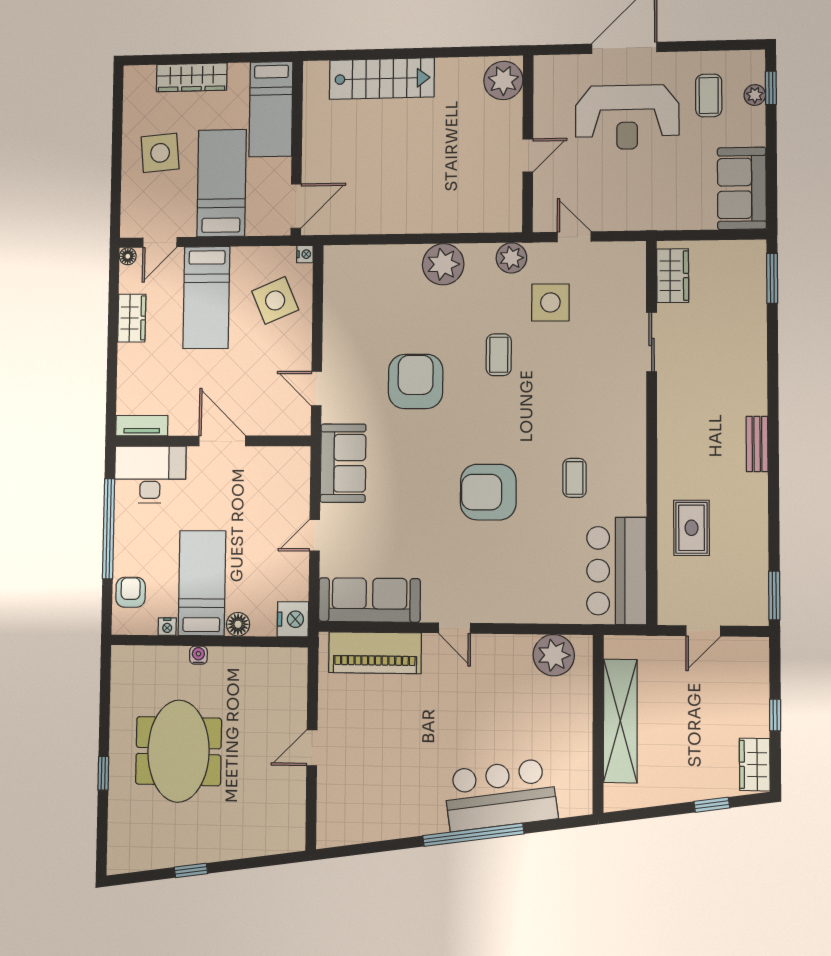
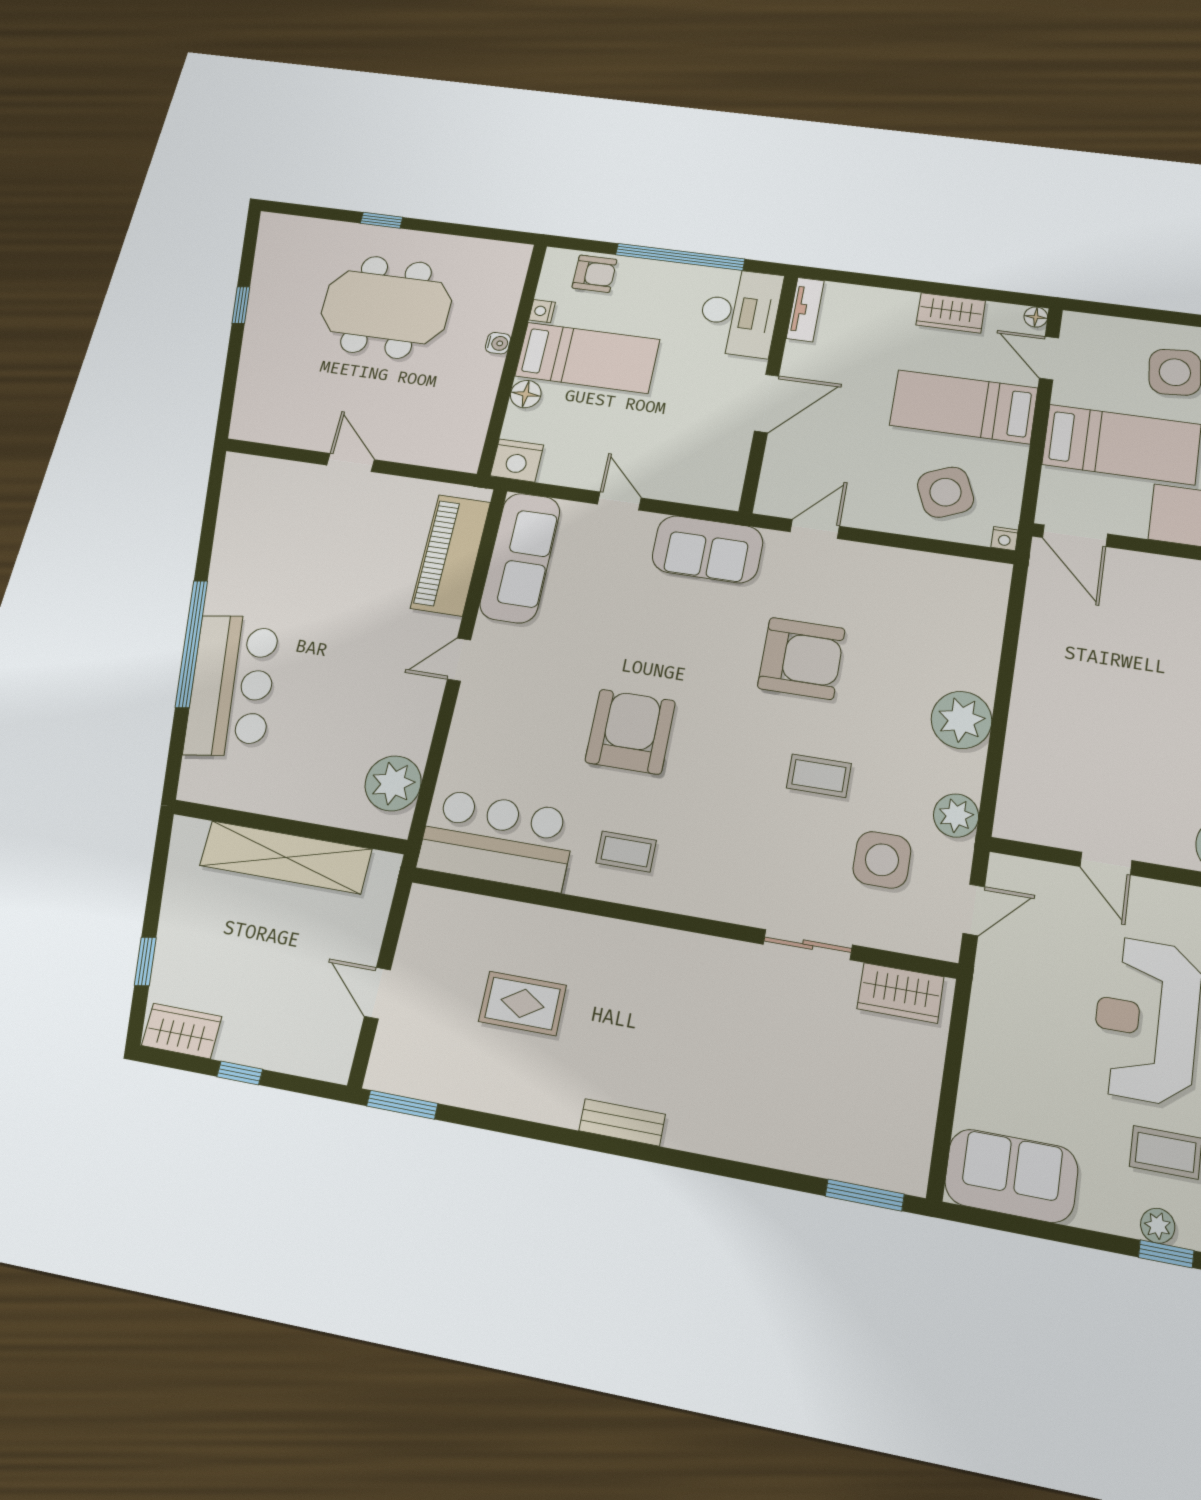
wardrobe: (673, 276) -> (900, 993), moved
sliding door: (652, 342) -> (808, 945), moved
wall: (652, 431) -> (680, 922), moved
bar counter: (617, 571) -> (497, 840), moved

